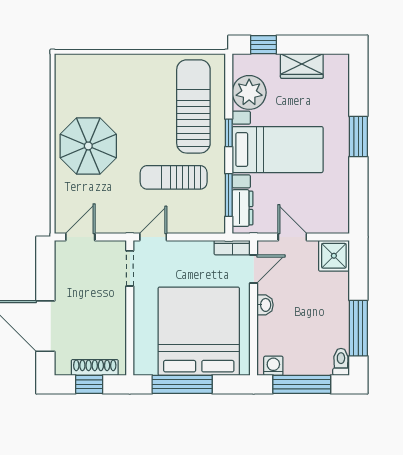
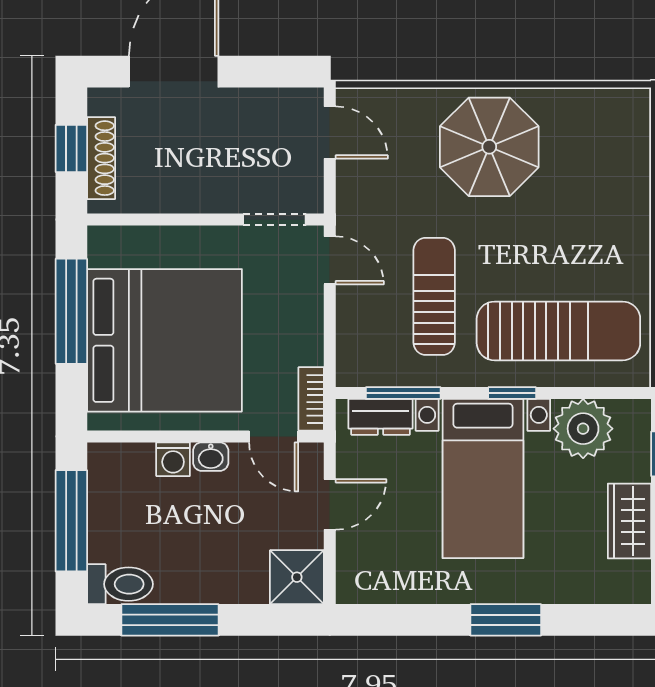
toilet: (341, 362) -> (120, 584), width x1.37, depth x1.39
washing machine: (273, 366) -> (173, 459), moved, turned 90

